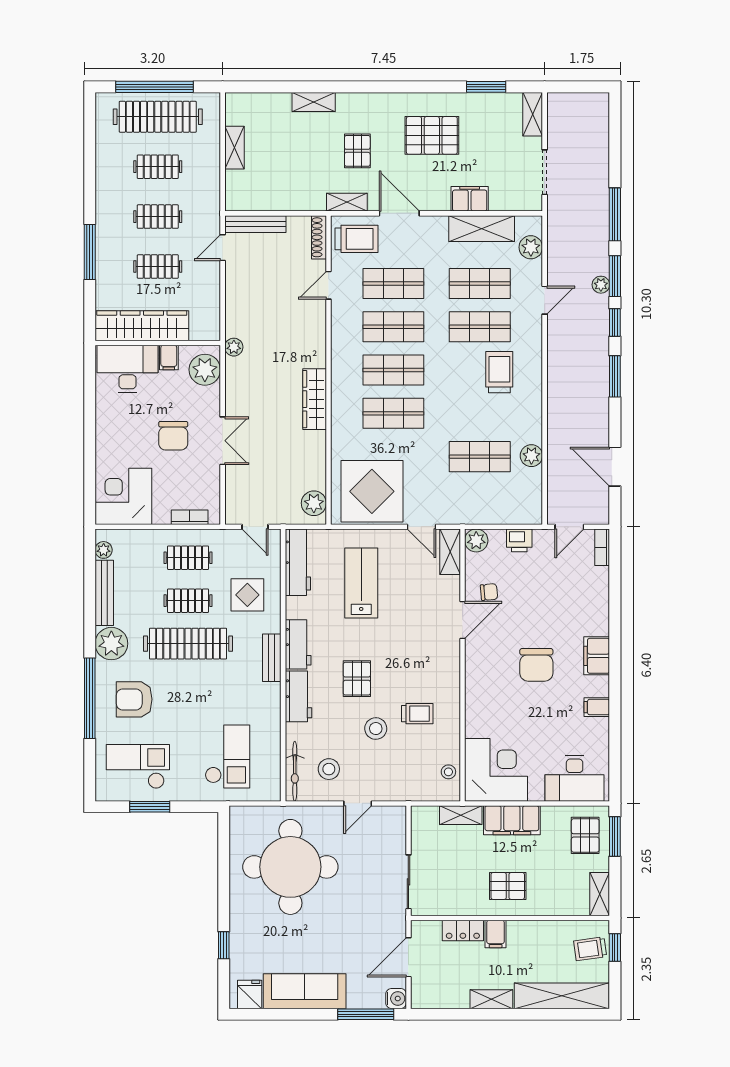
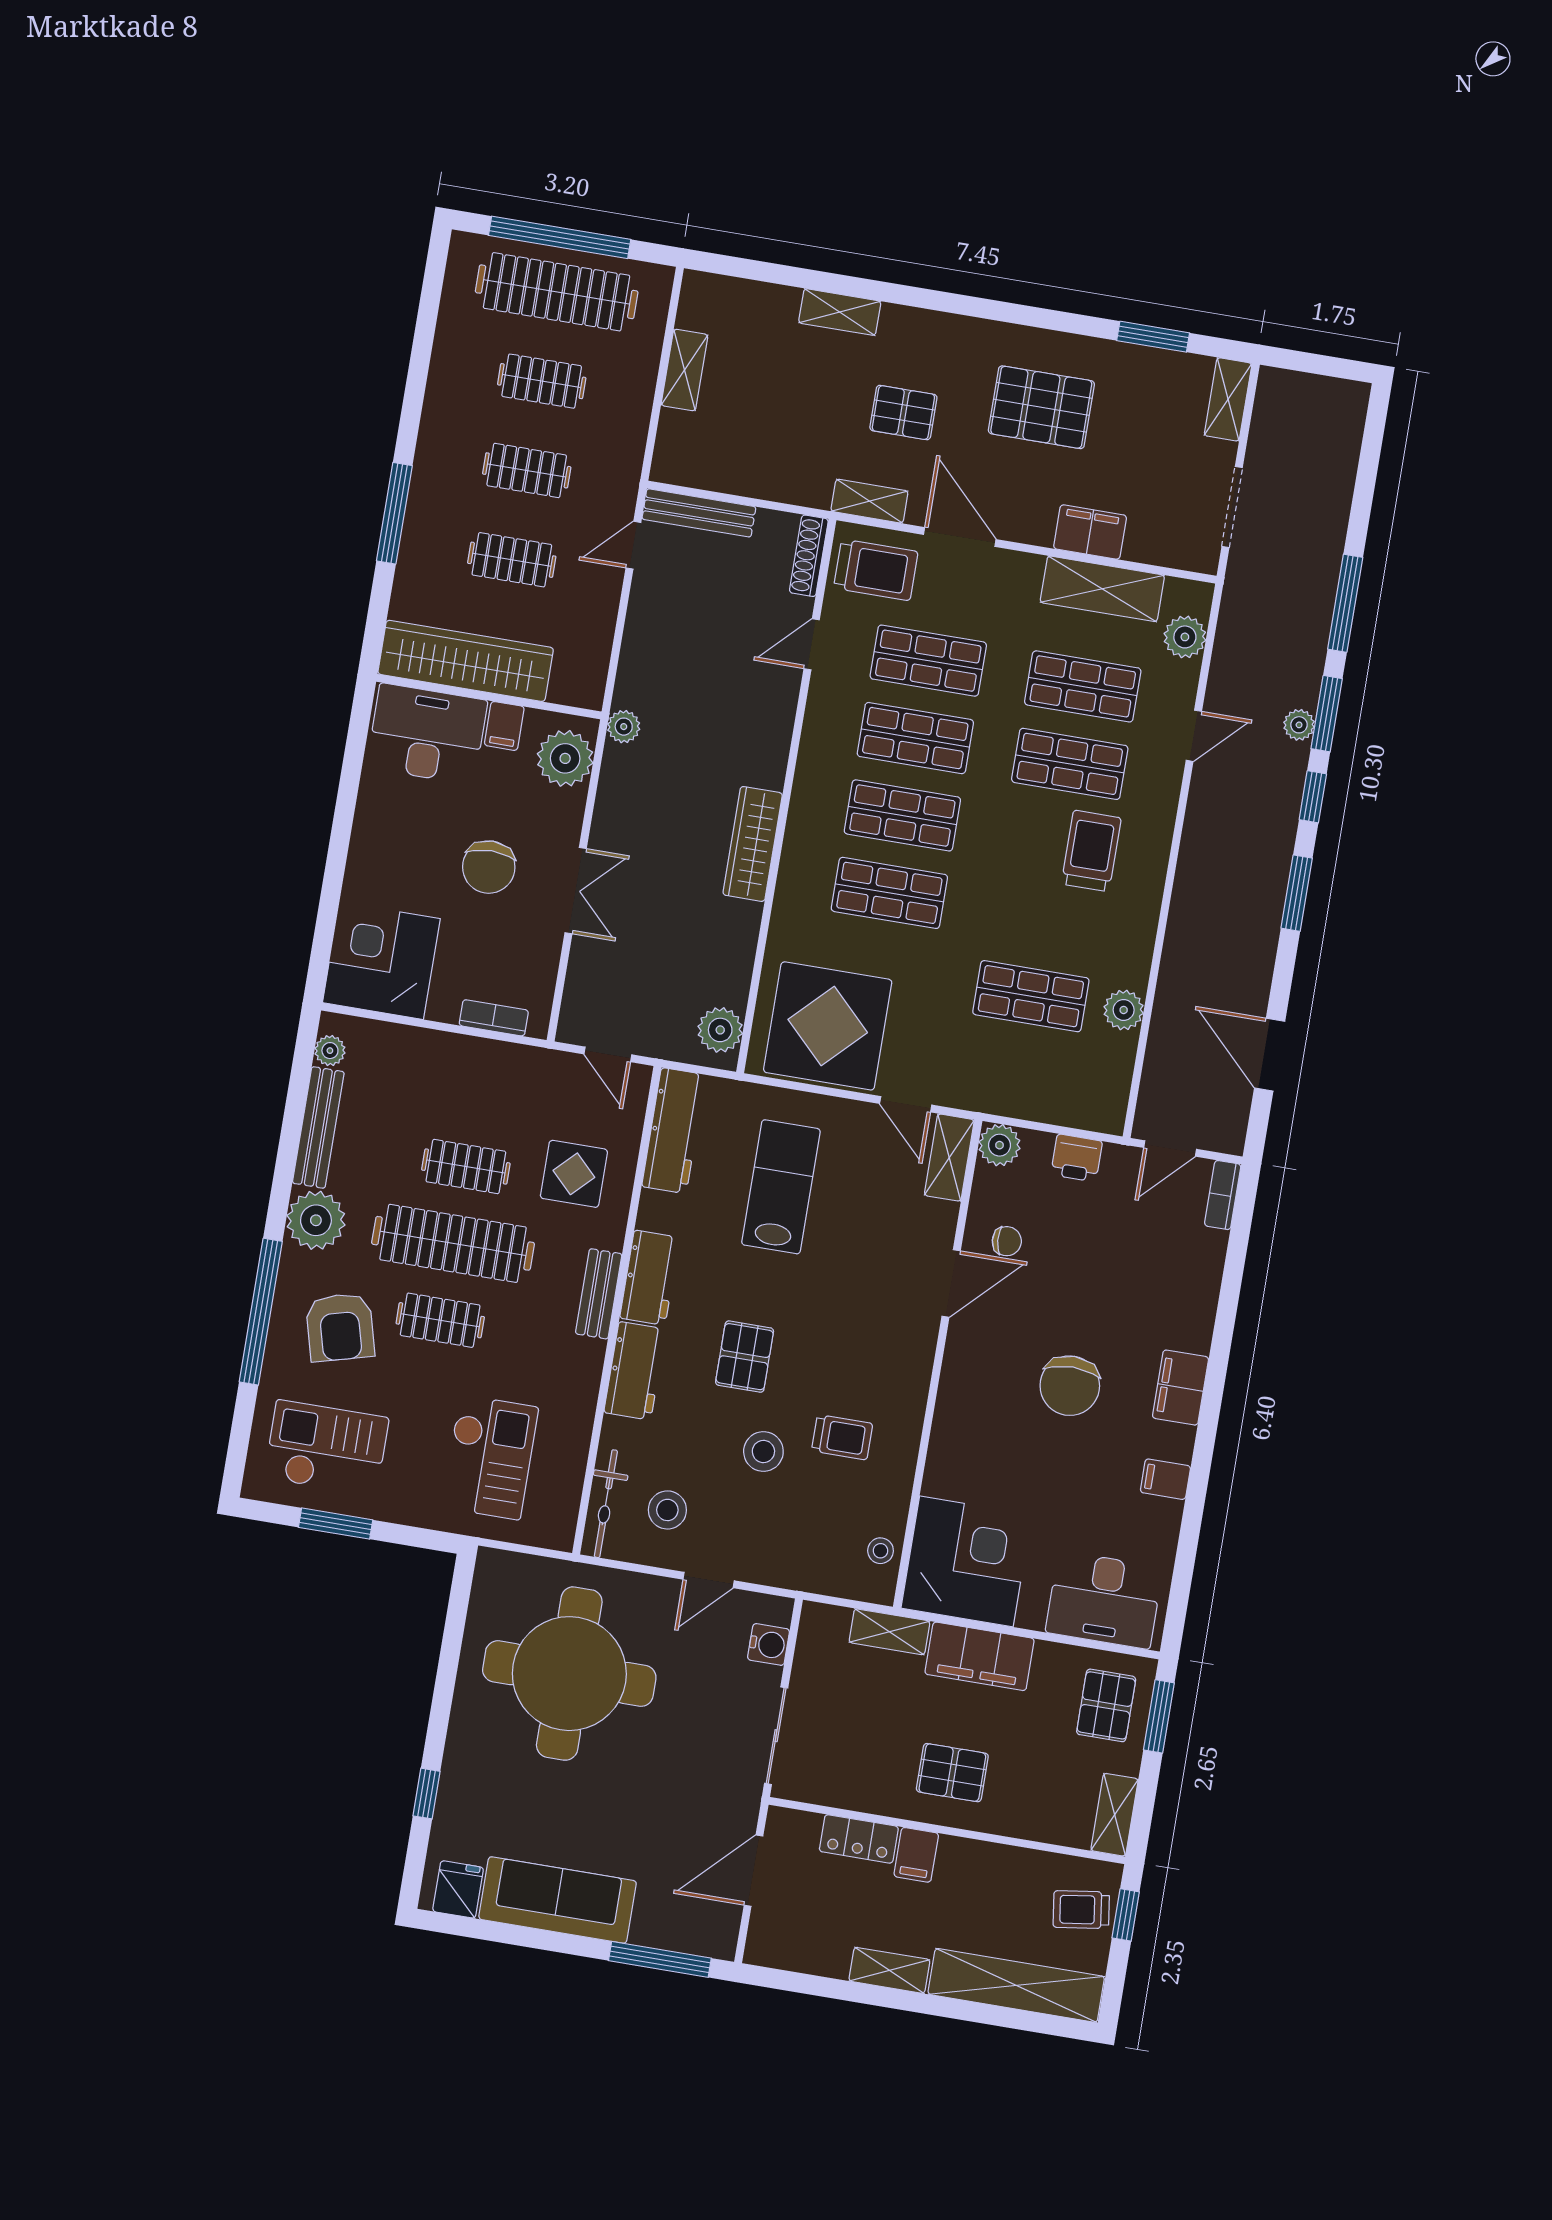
pallet: (357, 151) -> (903, 413), turned 90
clothes rail: (188, 558) -> (440, 1320), moved
armchair: (134, 699) -> (340, 1327), turned -105
water cooler: (396, 999) -> (769, 1644), moved

